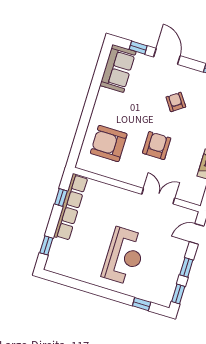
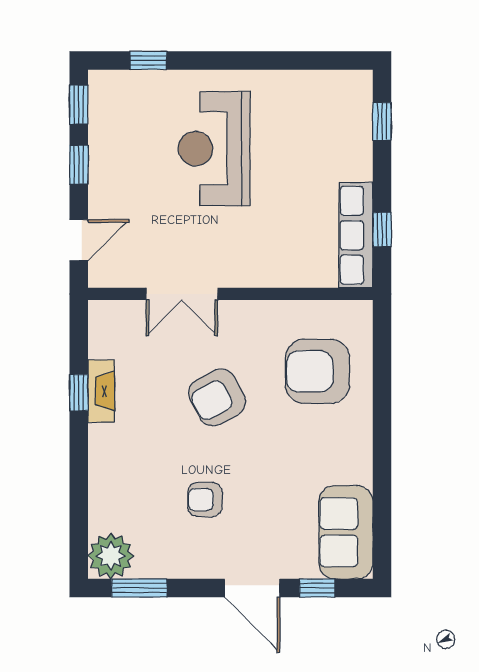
armchair: (176, 102) -> (205, 500), turned 125
armchair: (109, 144) -> (317, 371), turned 180
armchair: (157, 146) -> (217, 397), turned 62
row of seats: (71, 207) -> (356, 235), width x0.73

